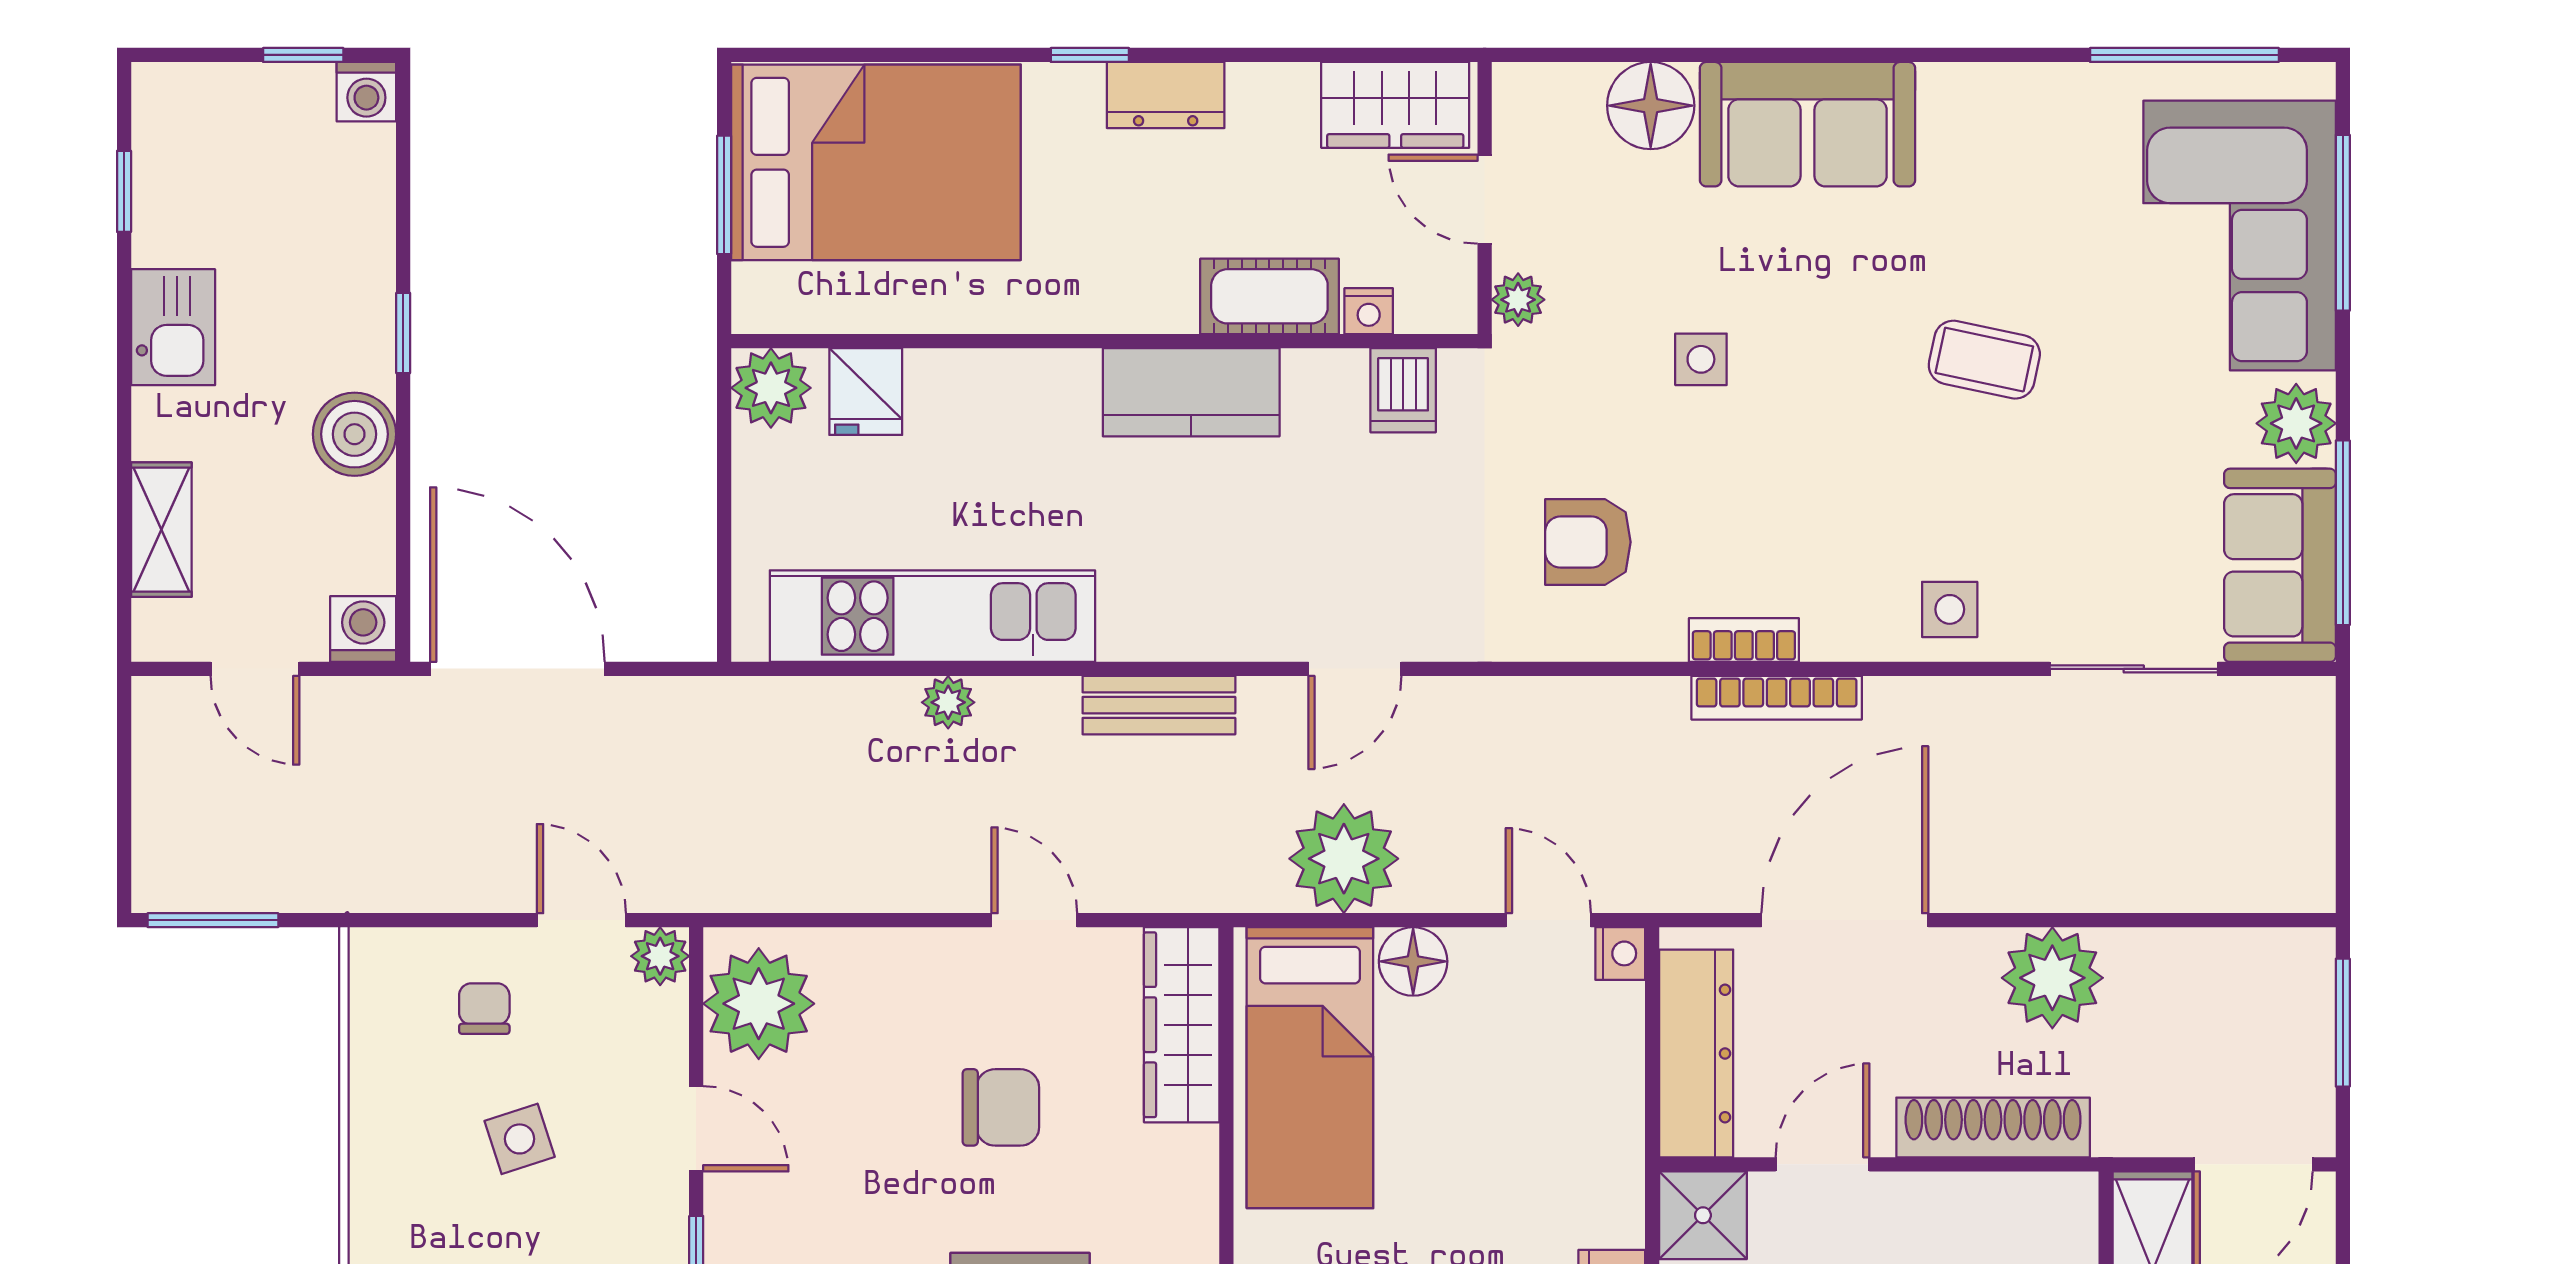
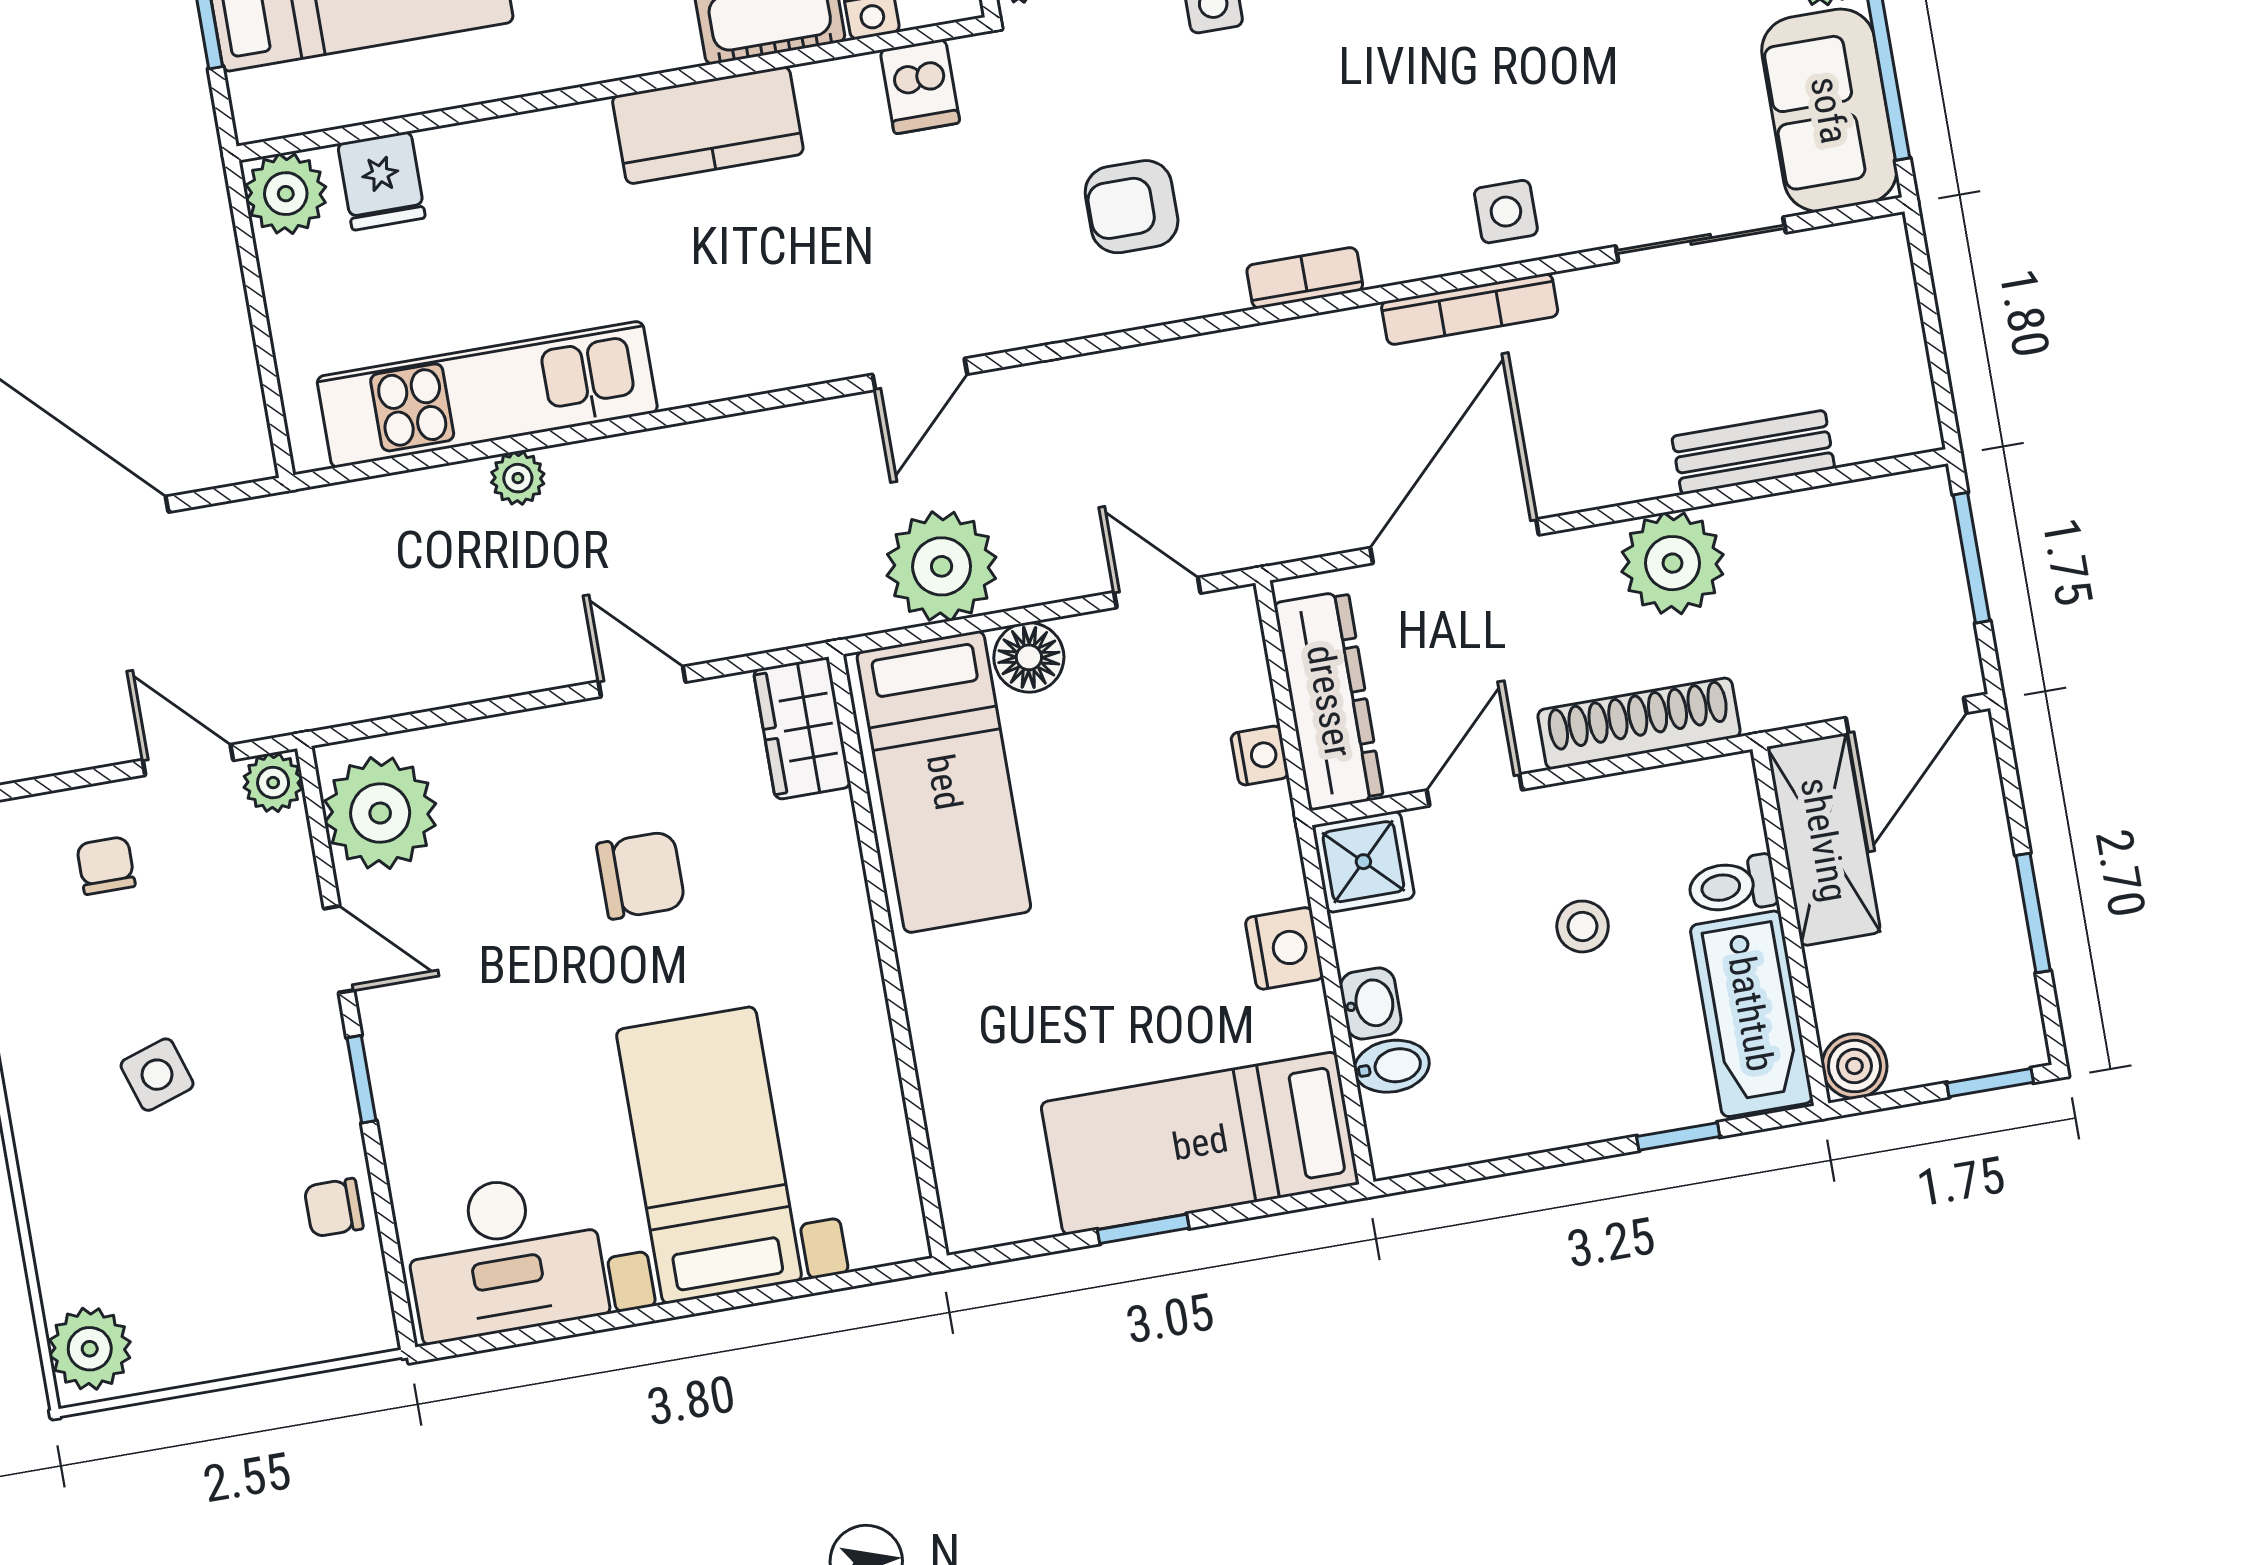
bookcase: (1777, 698) -> (1470, 309), moved
bench: (1159, 705) -> (1753, 452), moved
nightstand: (1620, 953) -> (1260, 756), moved
wardrobe: (1182, 1025) -> (802, 728), width x0.67
side table: (520, 1139) -> (157, 1075), moved

